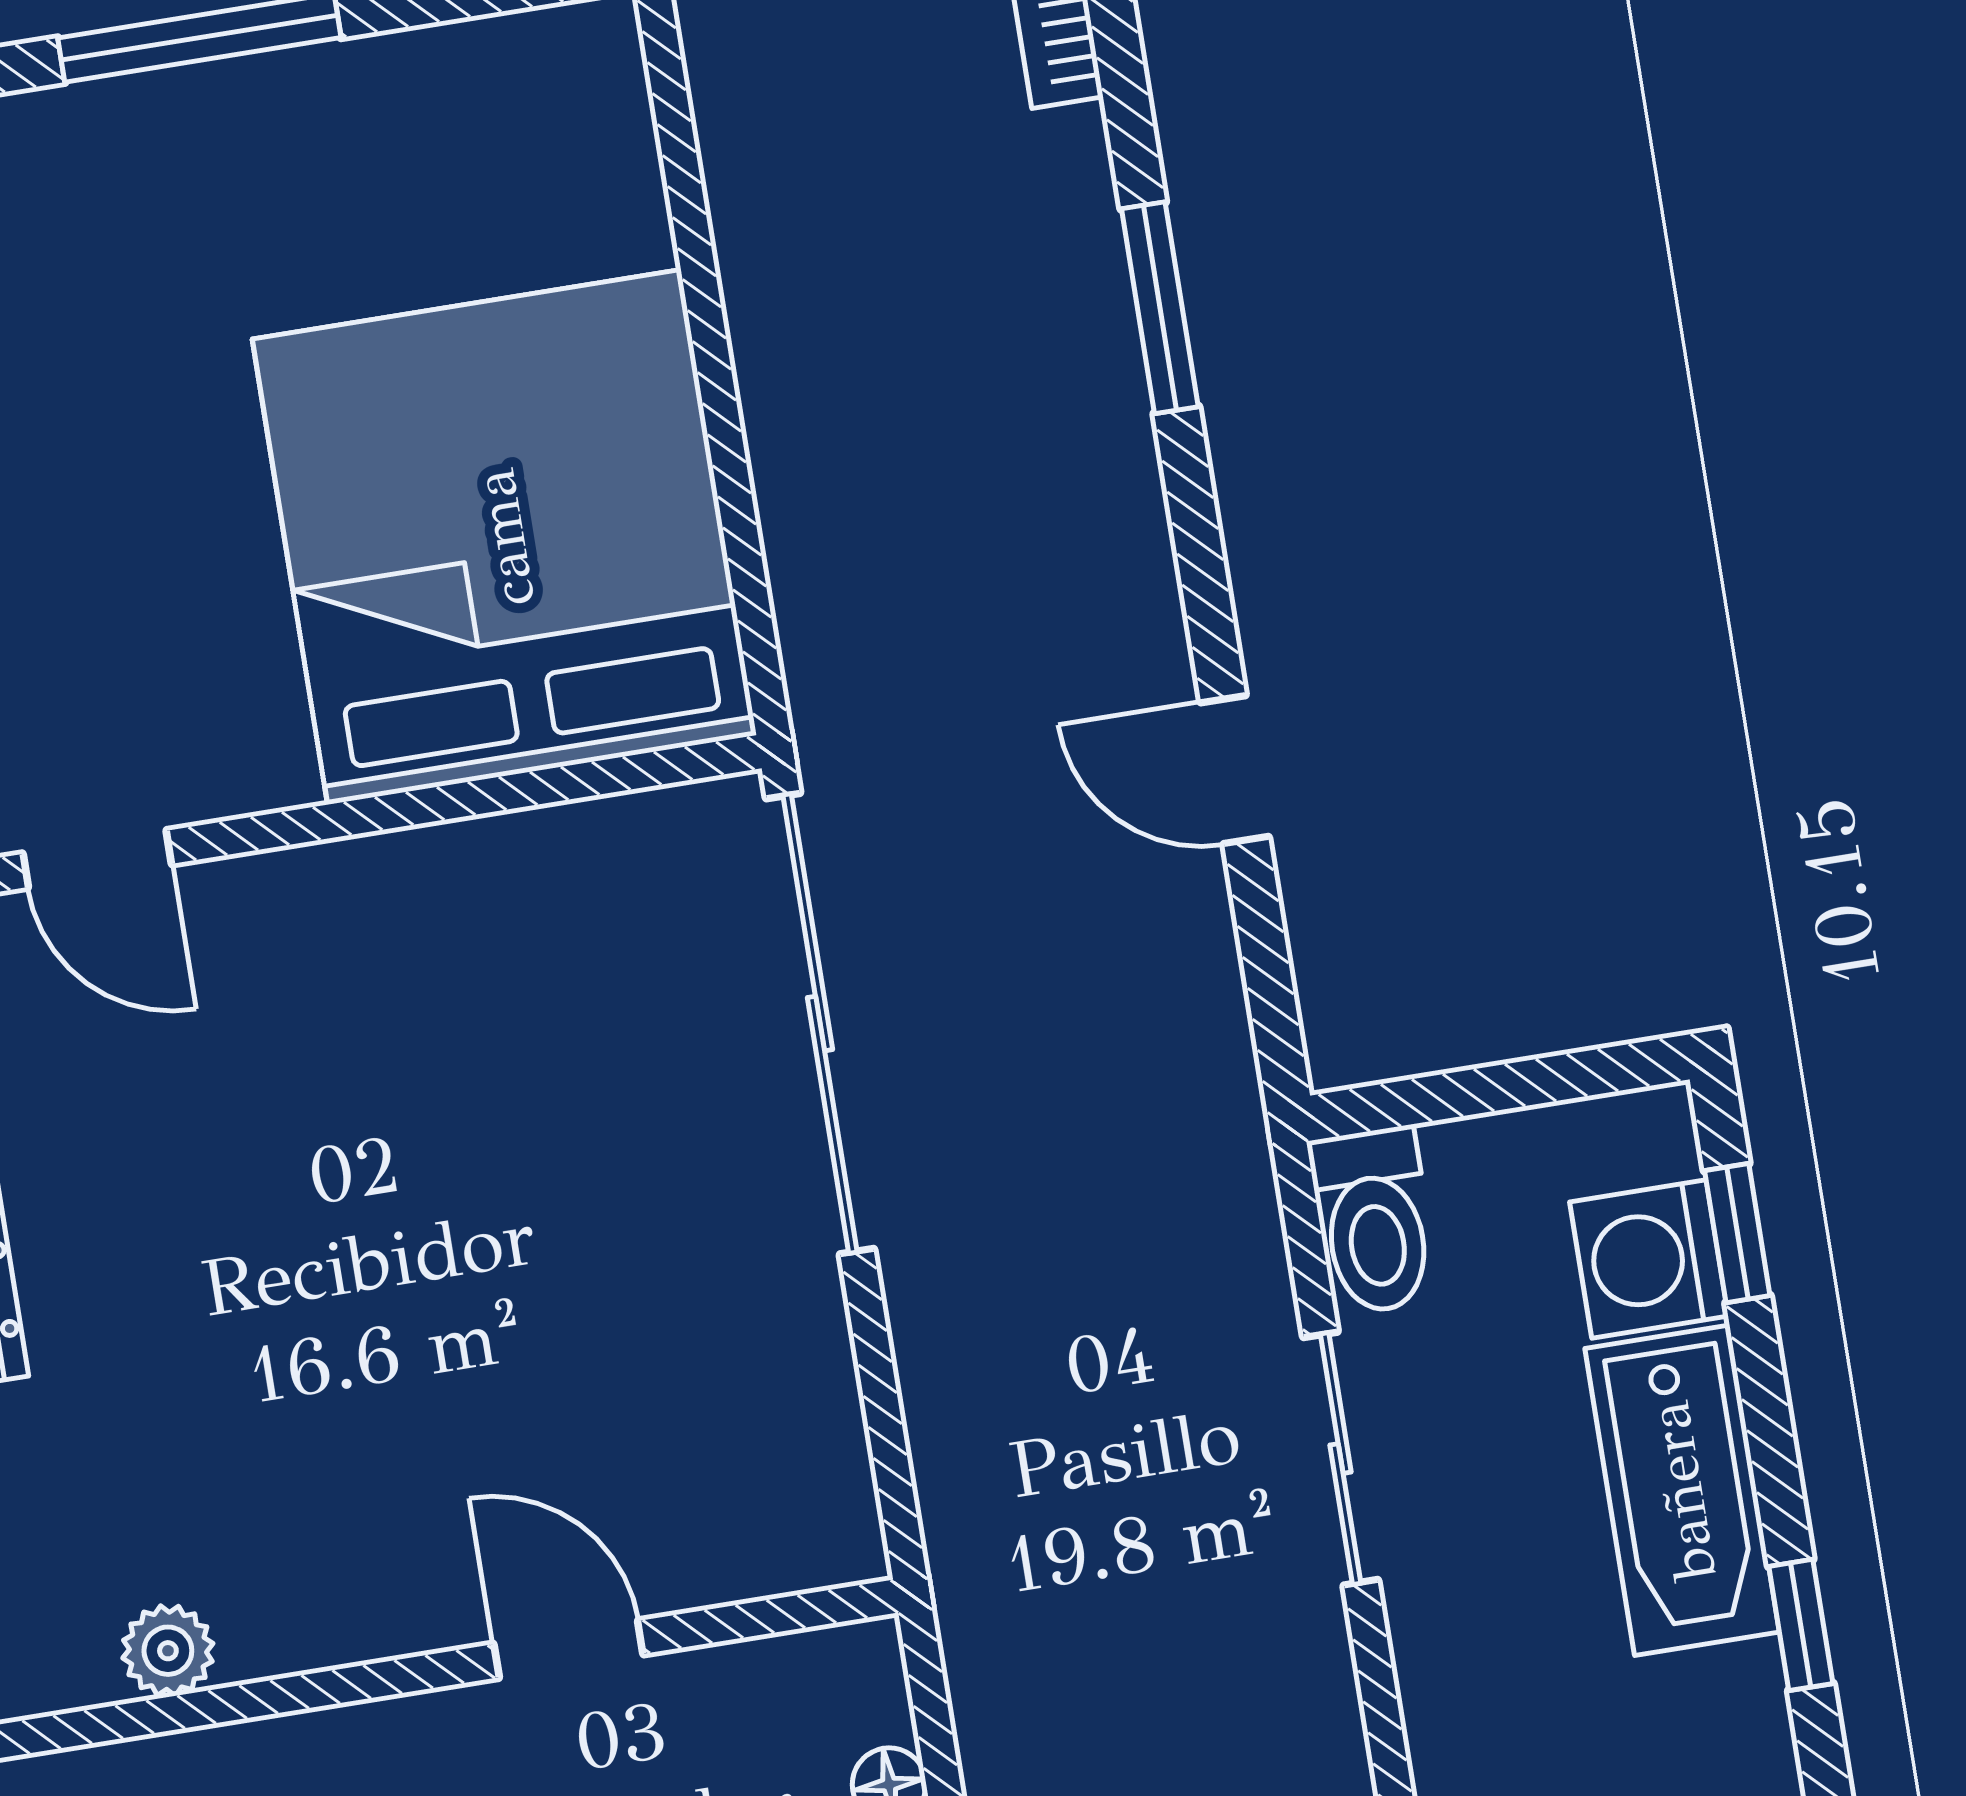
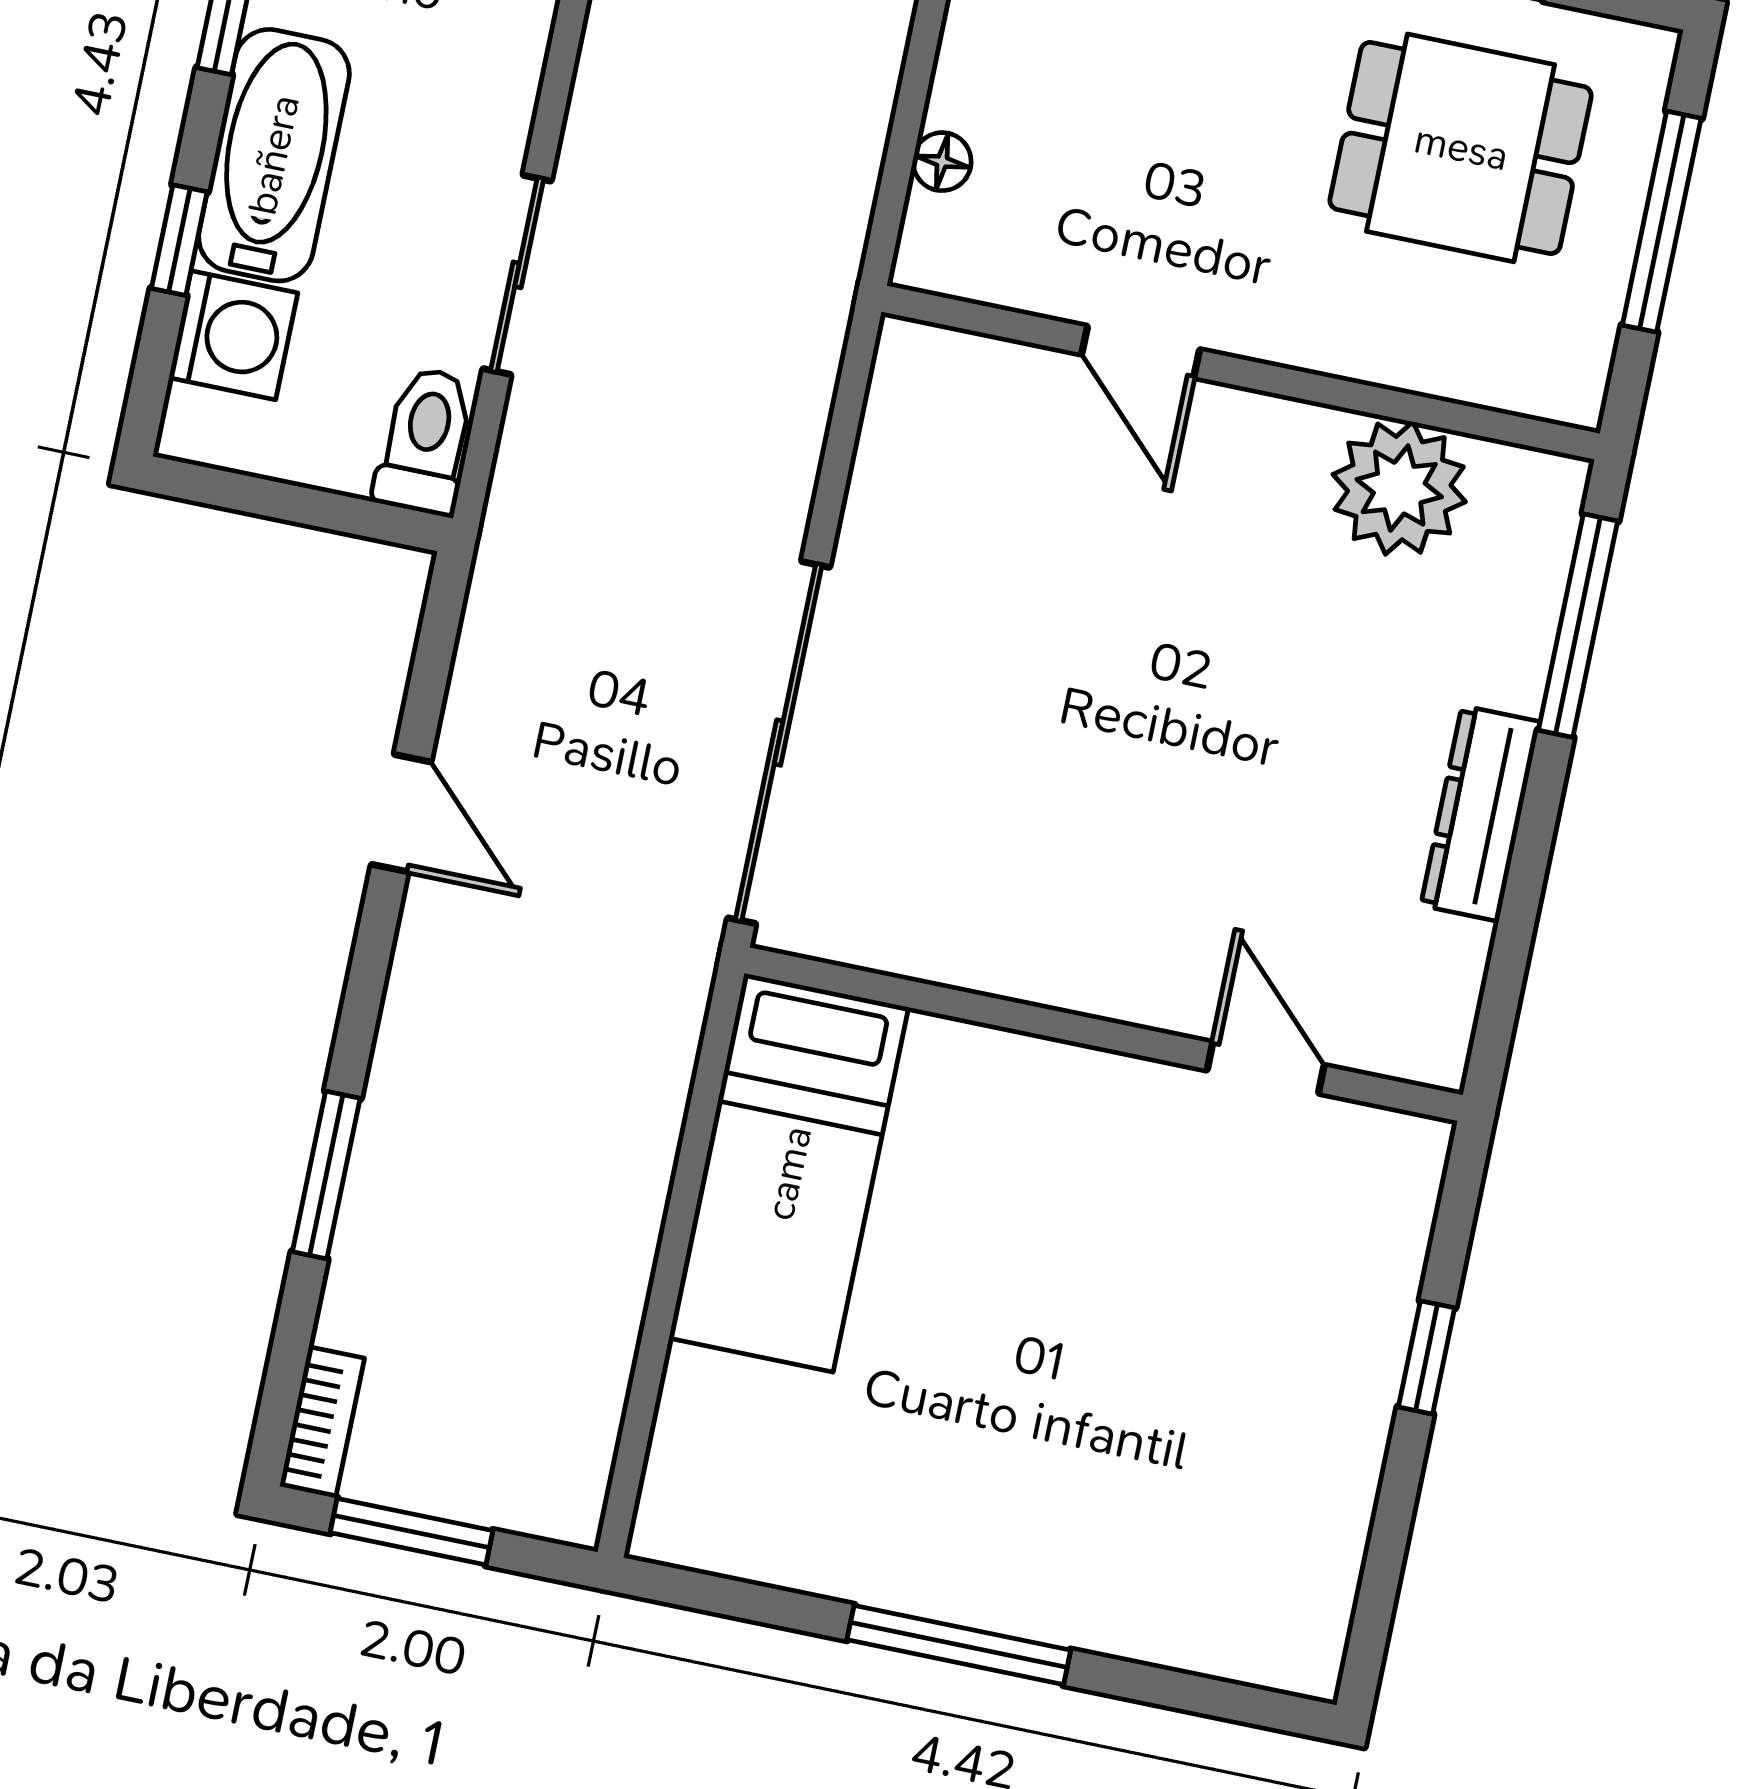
bed: (504, 537) -> (789, 1173), width x0.49
window: (1737, 1233) -> (179, 240), moved
plant: (168, 1651) -> (1399, 488), width x1.87, depth x1.87

